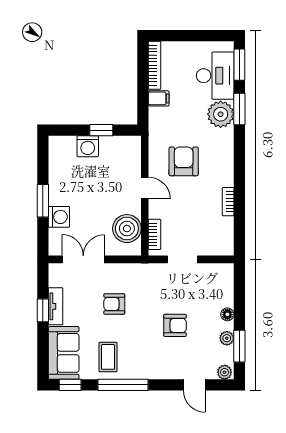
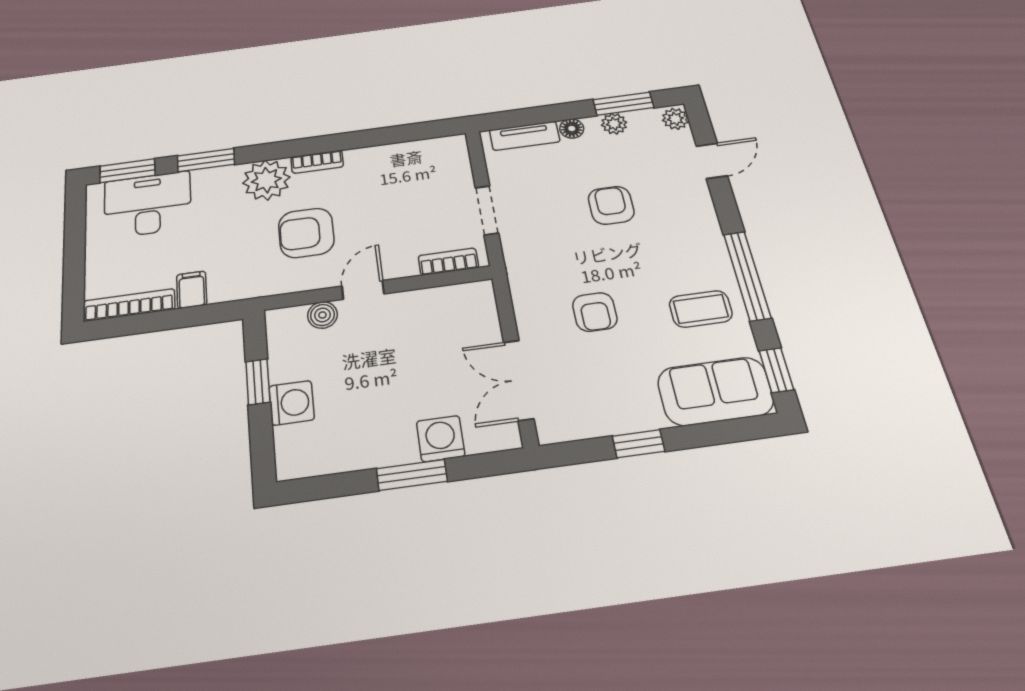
plant: (221, 114) -> (266, 180), moved
bookcase: (228, 202) -> (317, 162), moved
boiler: (127, 229) -> (322, 315), moved, width x0.54, depth x0.54
tv unit: (55, 306) -> (525, 136), moved, turned 180

